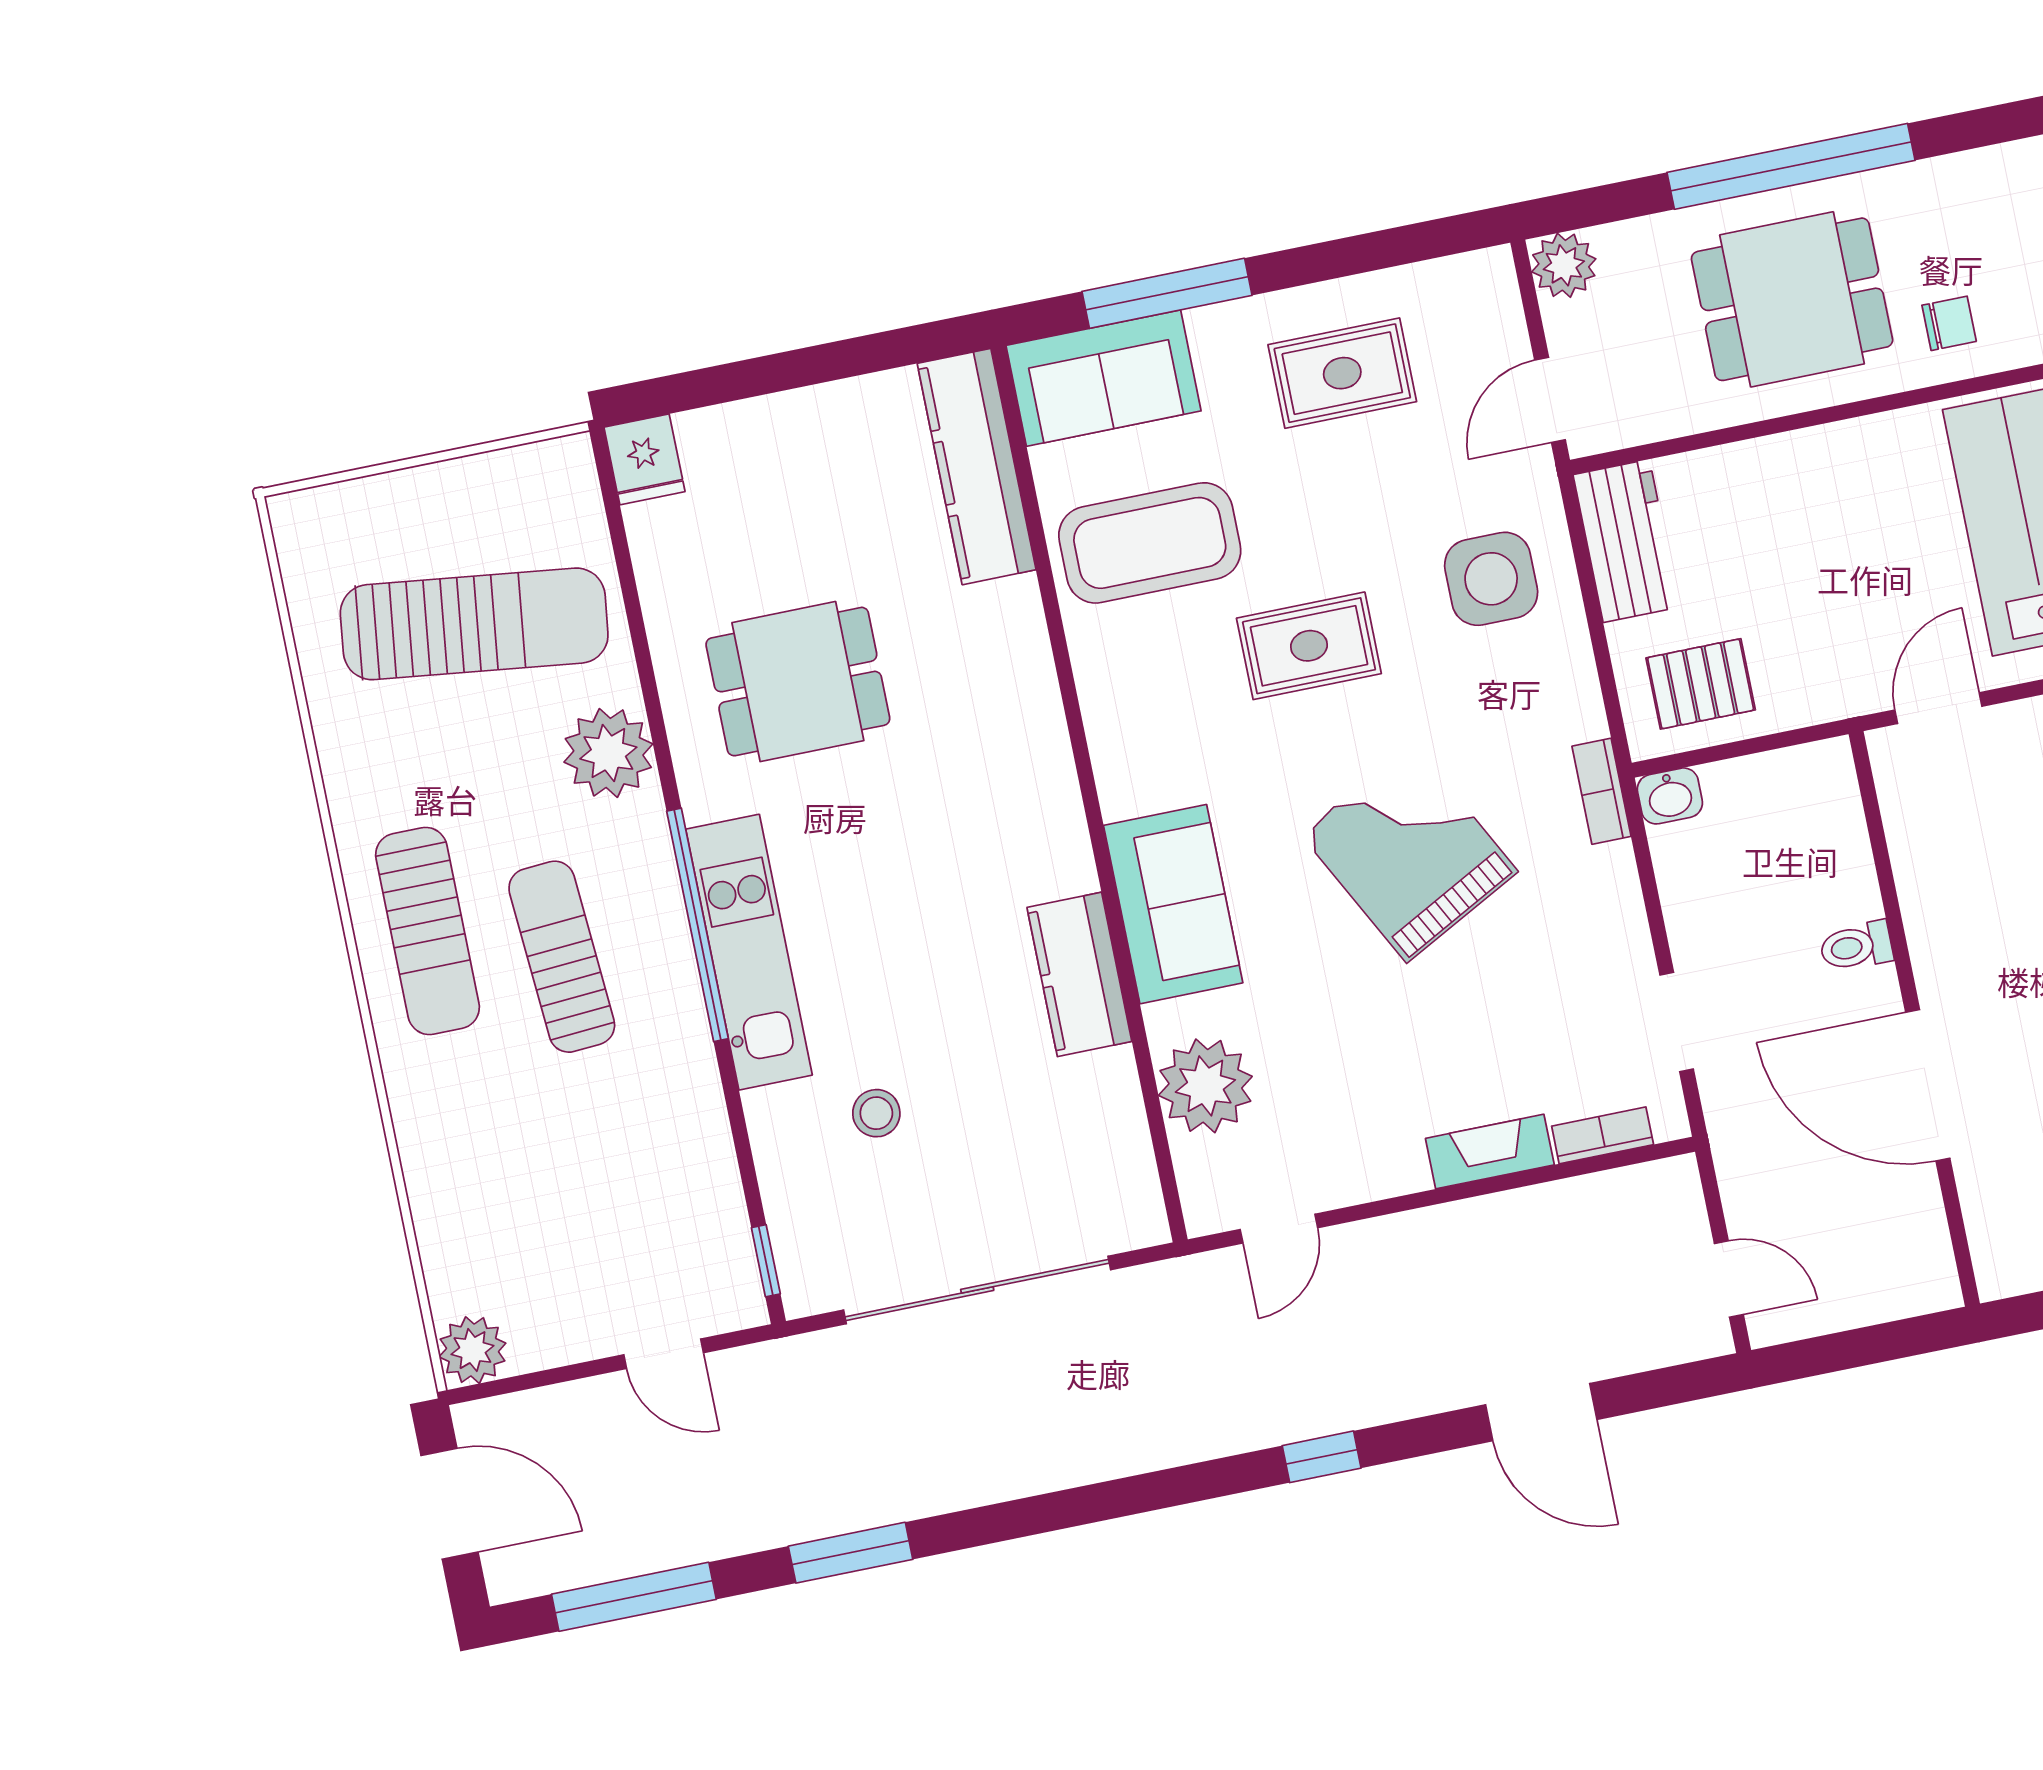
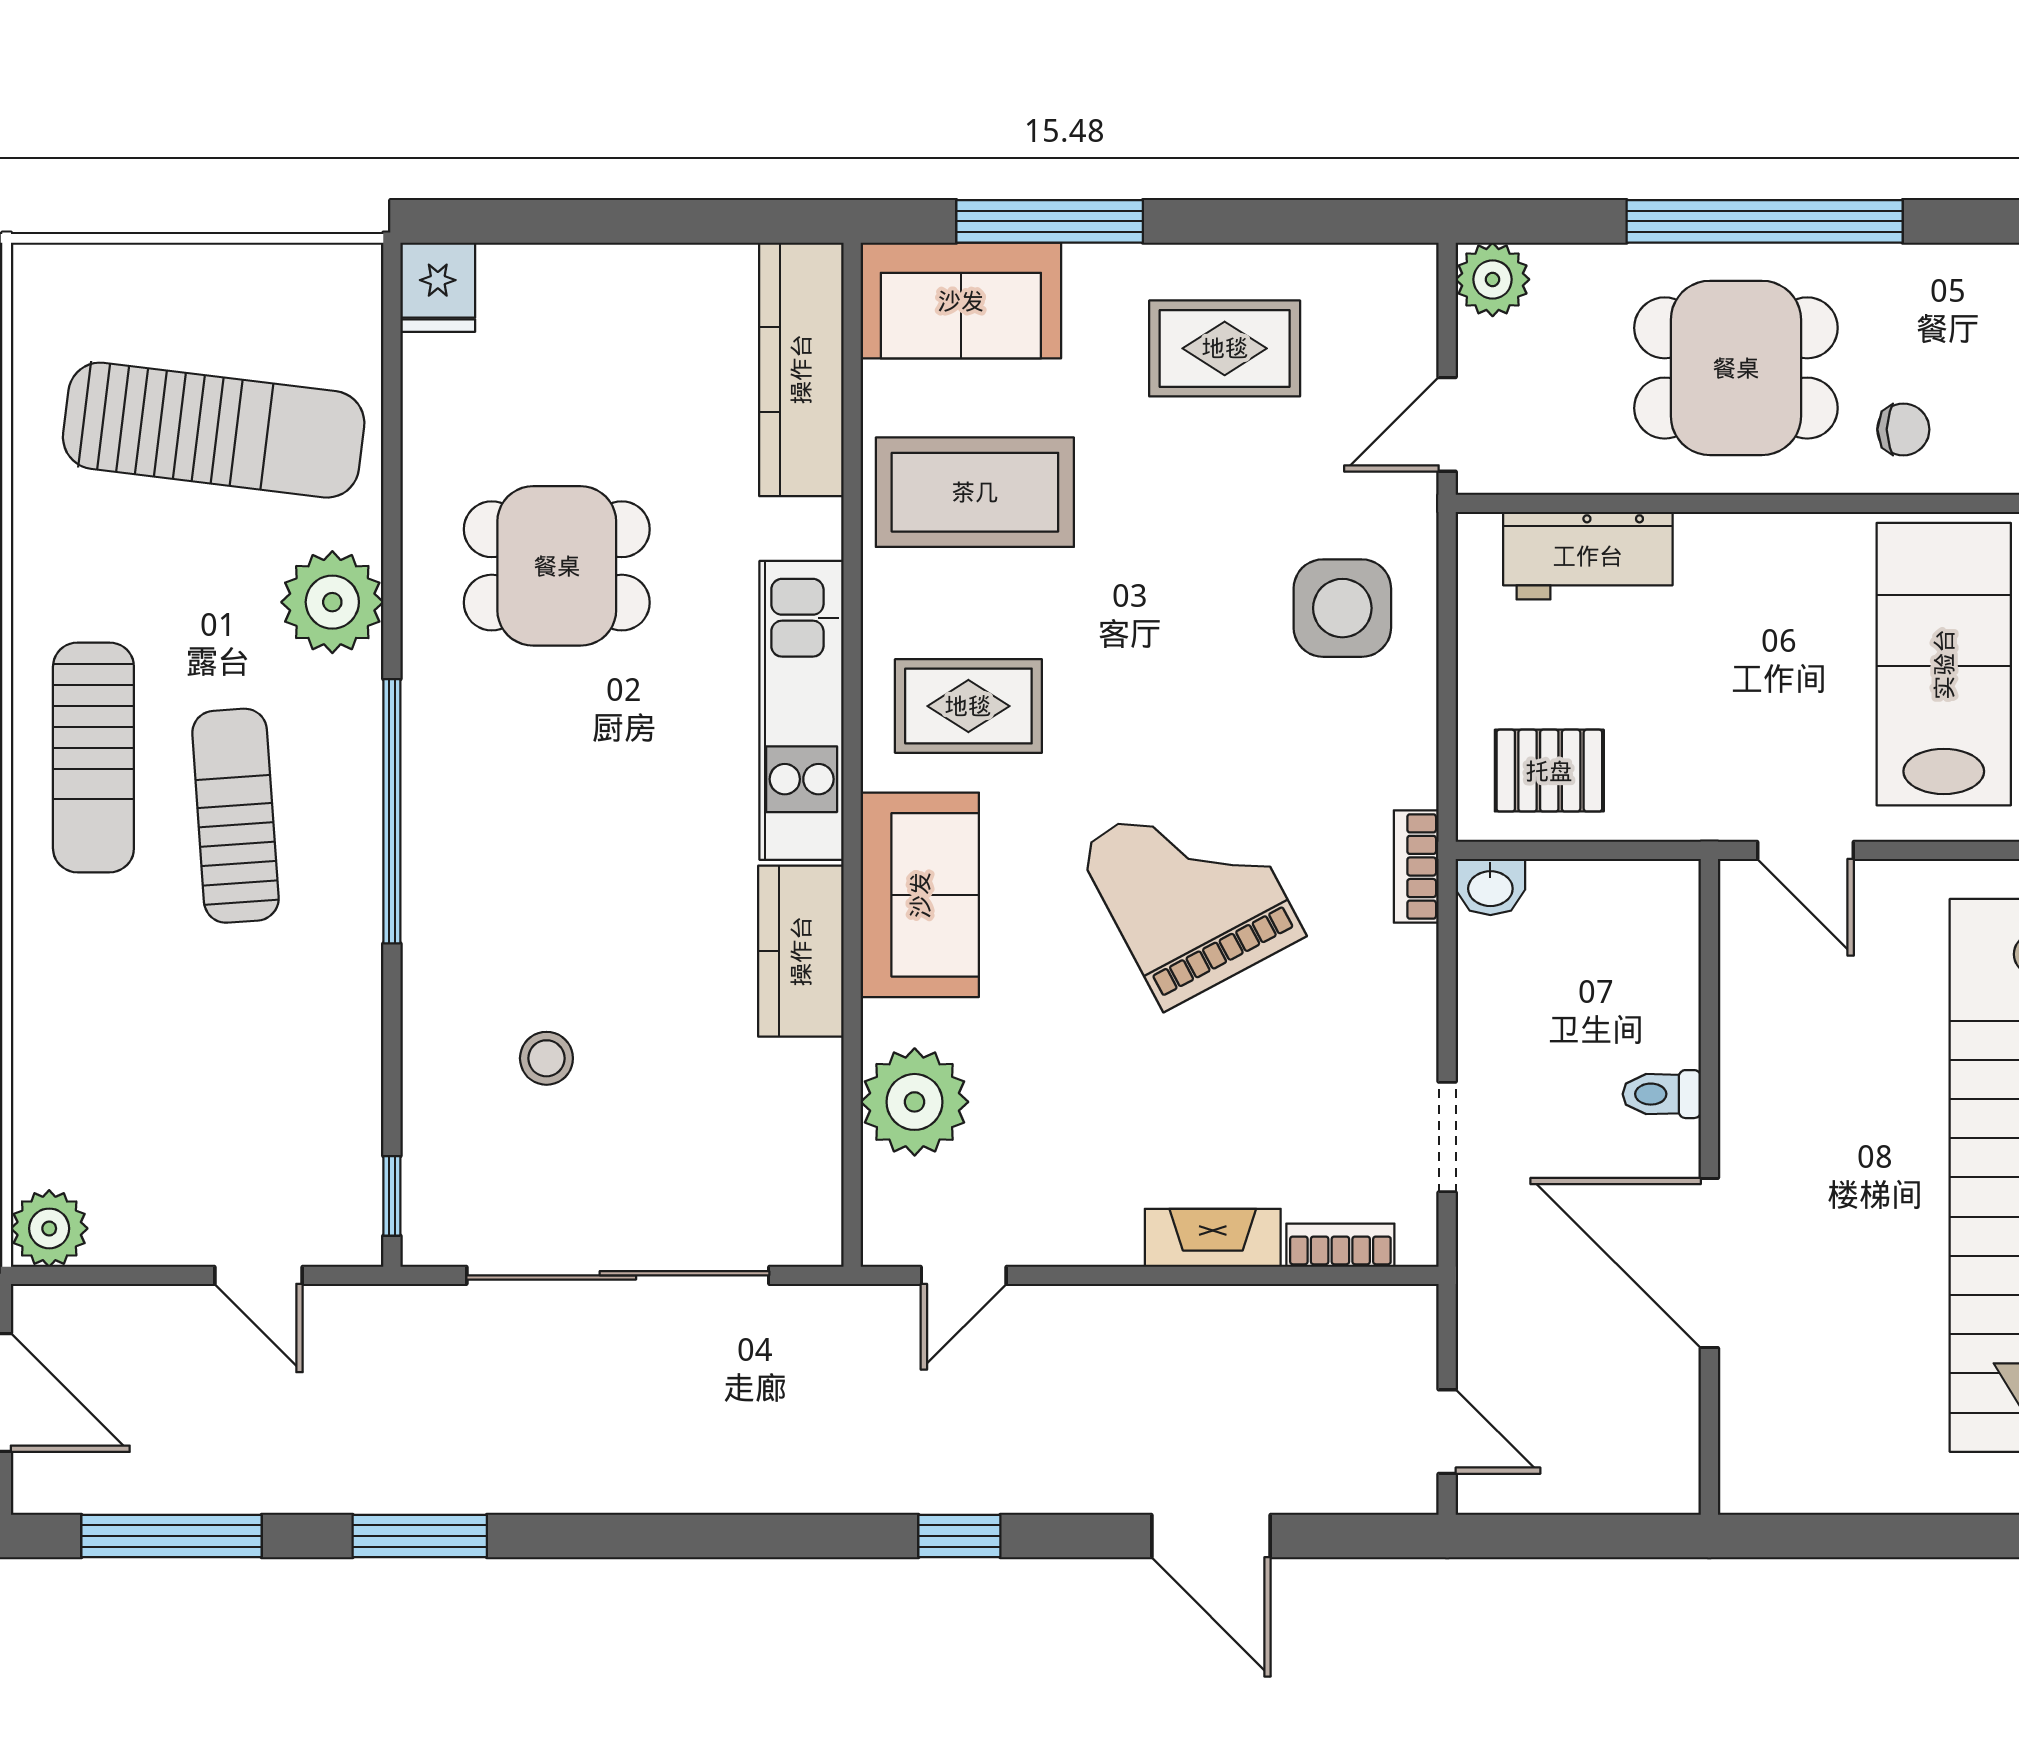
workbench: (1626, 541) -> (1588, 556), moved, turned 90
rug: (1309, 646) -> (968, 706), moved
door: (1938, 708) -> (1805, 850), swing flipped
kitchen unit: (749, 952) -> (802, 710), moved, turned 180

